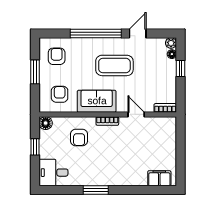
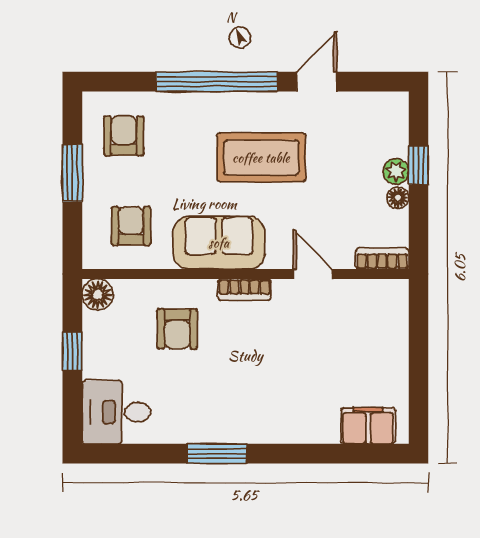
plant: (171, 43) -> (396, 171), moved
floor lamp: (172, 54) -> (398, 198), moved

